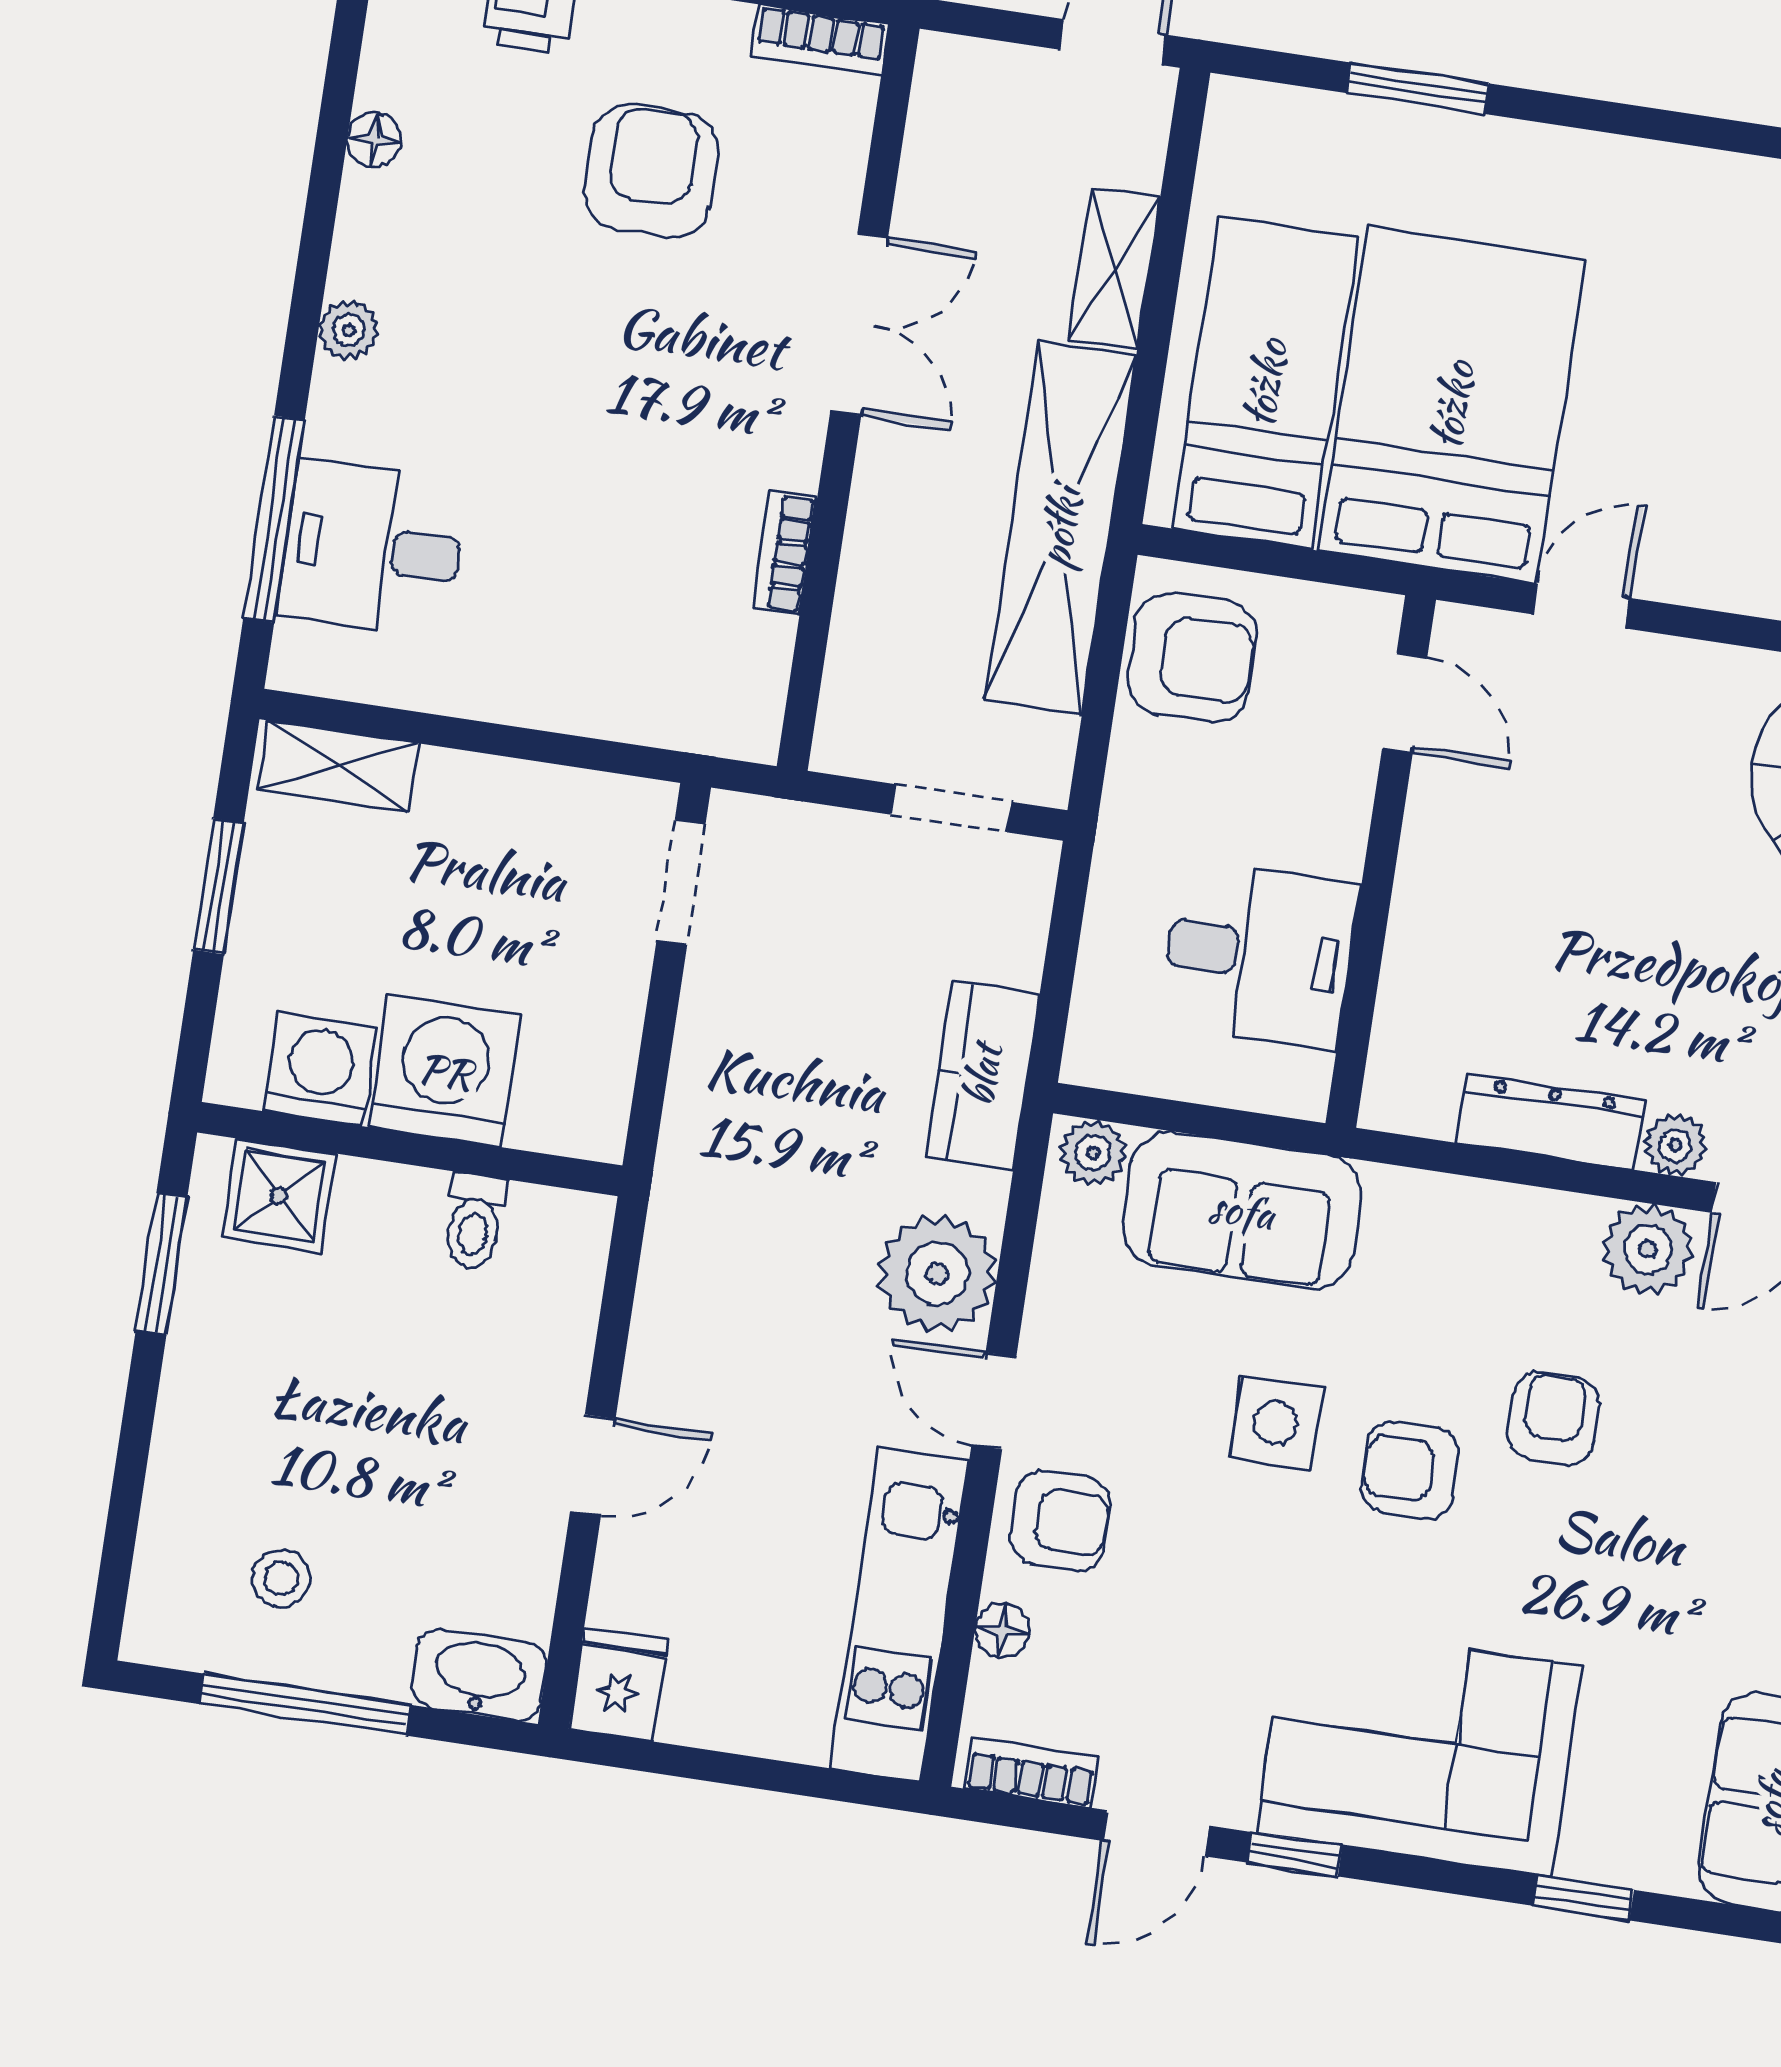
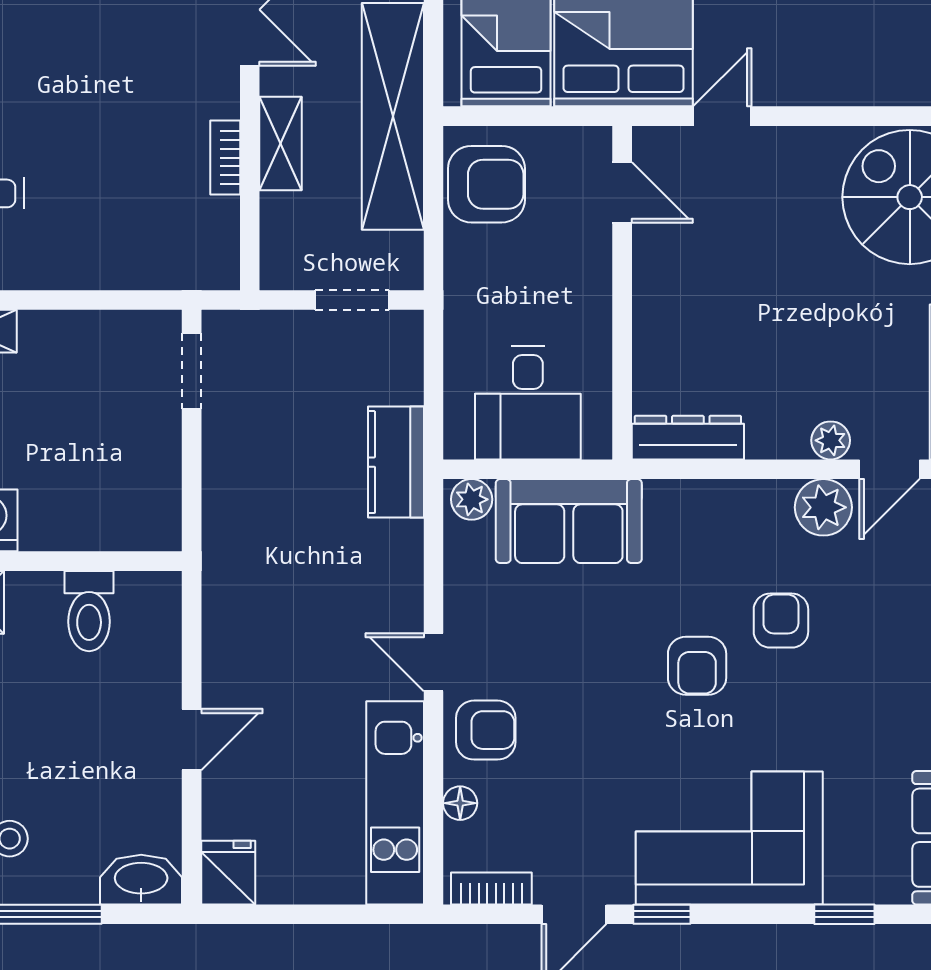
shelving: (876, 544) -> (280, 144), added
desk: (1259, 955) -> (528, 403), moved, turned 90
washing machine: (445, 1071) -> (63, 510), removed
dresser: (1551, 1122) -> (688, 438), moved
toilet: (474, 1221) -> (89, 611), width x1.37, depth x1.39
plant: (937, 1274) -> (387, 589), removed
side table: (1276, 1423) -> (610, 649), removed
armchair: (1410, 1470) -> (697, 666), turned -90

